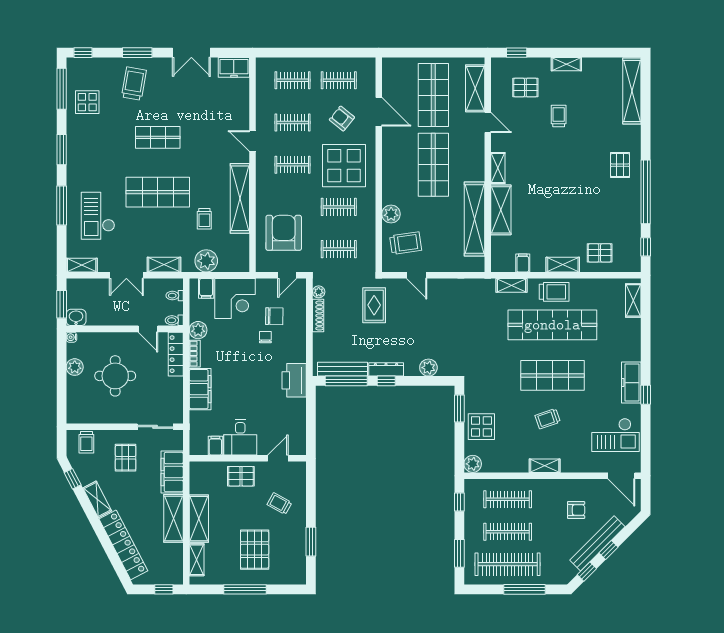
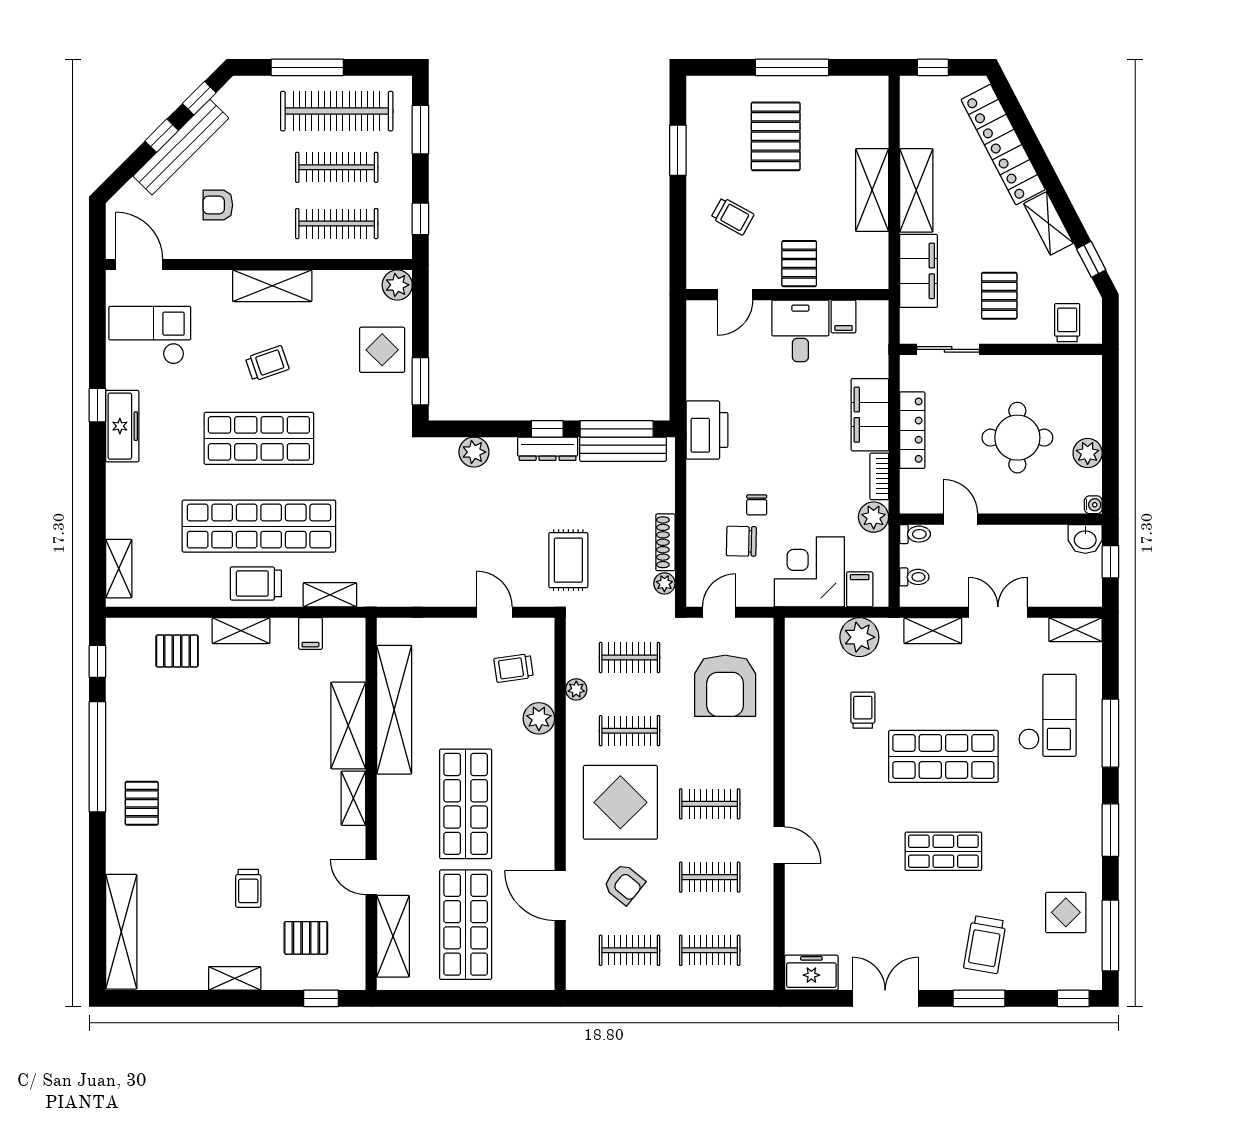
shelving: (240, 198) -> (801, 746), removed
plant: (370, 231) -> (576, 689), added
trolley: (406, 243) -> (514, 668), width x0.73, depth x0.72
window: (62, 304) -> (1110, 562), width x0.67
locker: (176, 354) -> (912, 430), moved
shelving: (545, 466) -> (272, 286), width x1.50, depth x1.33
pallet: (241, 476) -> (799, 264), turned 90
shelving: (197, 560) -> (876, 119), removed

